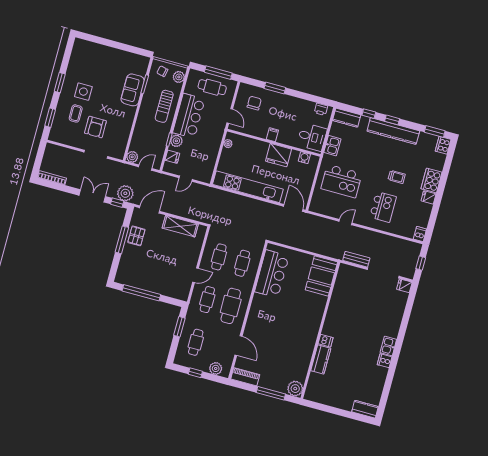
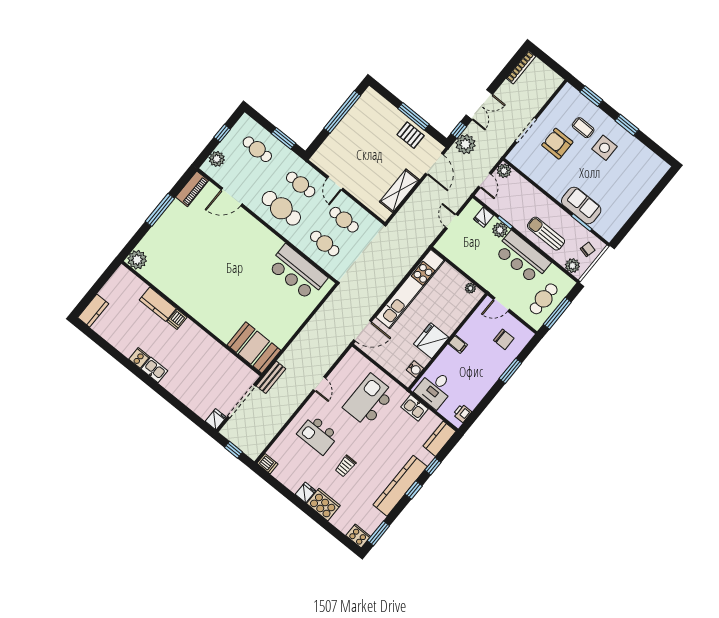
booth: (321, 276) -> (254, 348), moved
wall: (320, 330) -> (192, 319), moved
dishwasher: (326, 341) -> (177, 319), moved
kitchen counter: (321, 359) -> (158, 304), moved
plant: (295, 389) -> (137, 260), moved

